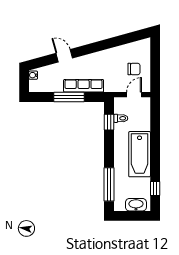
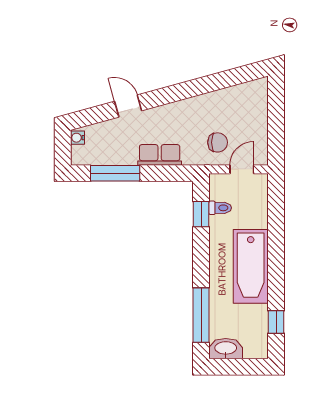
chair: (134, 69) -> (218, 142), moved
row of seats: (84, 86) -> (160, 155), width x0.68
window: (69, 97) -> (115, 173), moved
washbasin: (136, 205) -> (226, 349), moved

